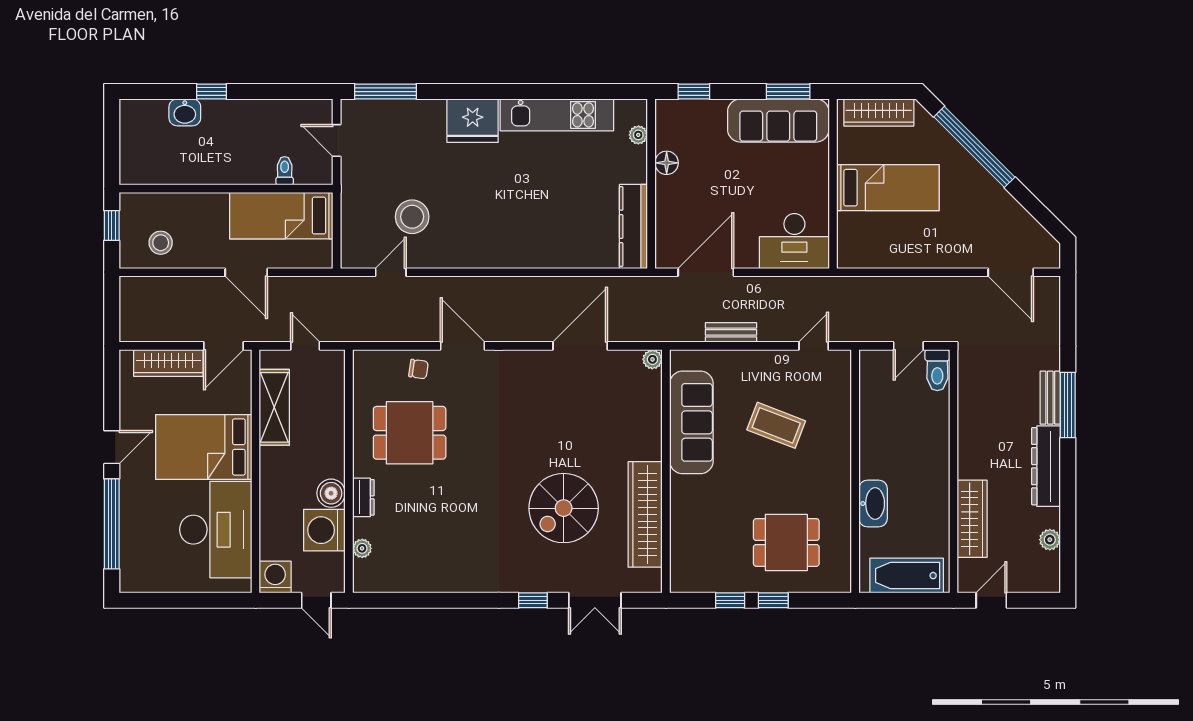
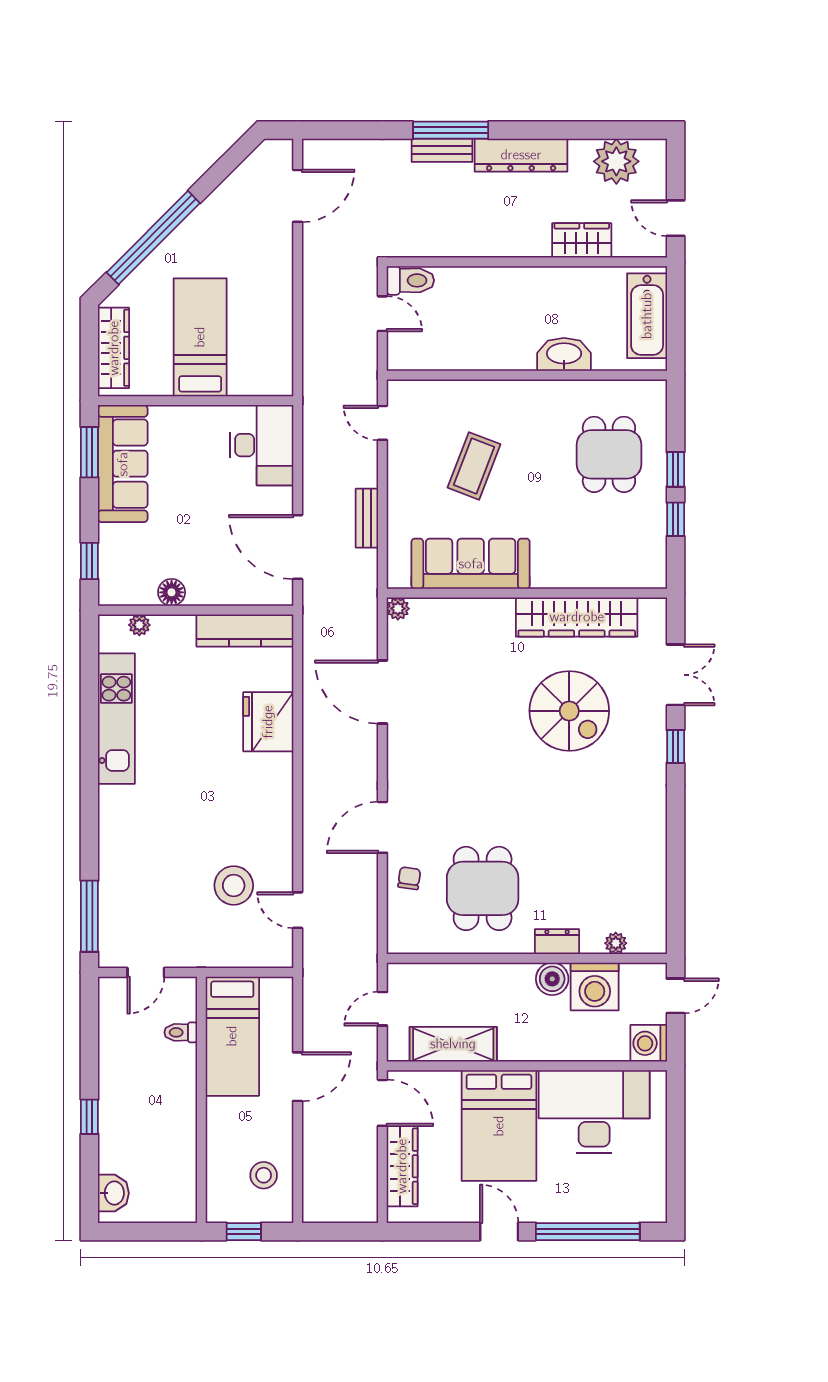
washbasin: (185, 112) -> (113, 1193), moved
fridge: (473, 121) -> (268, 722), moved, turned 180
wardrobe: (972, 519) -> (582, 240), width x0.67
plant: (1050, 540) -> (616, 161), width x1.87, depth x1.87

